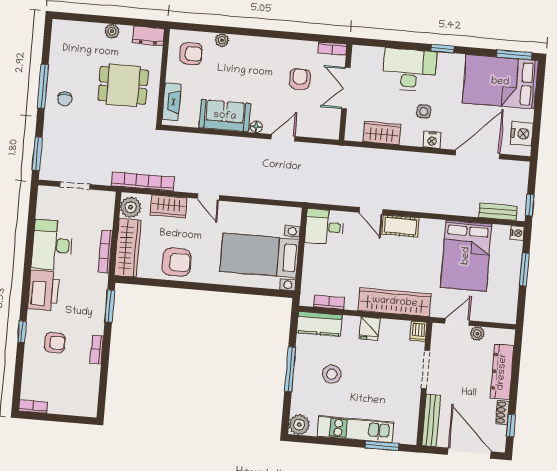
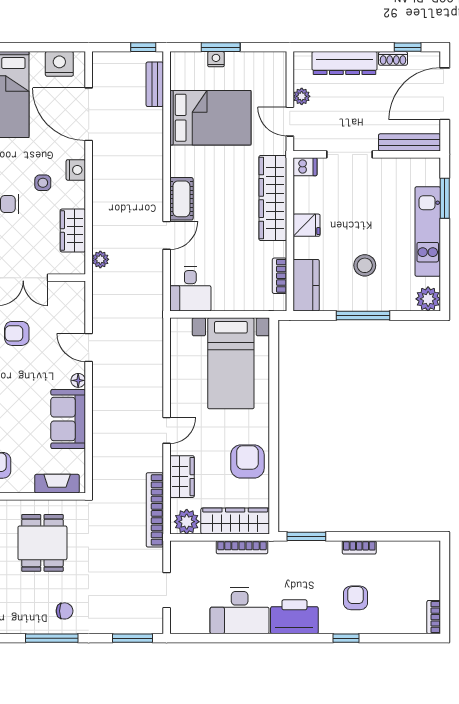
plant: (356, 154) -> (100, 259), added
nightstand: (517, 233) -> (216, 59), moved

